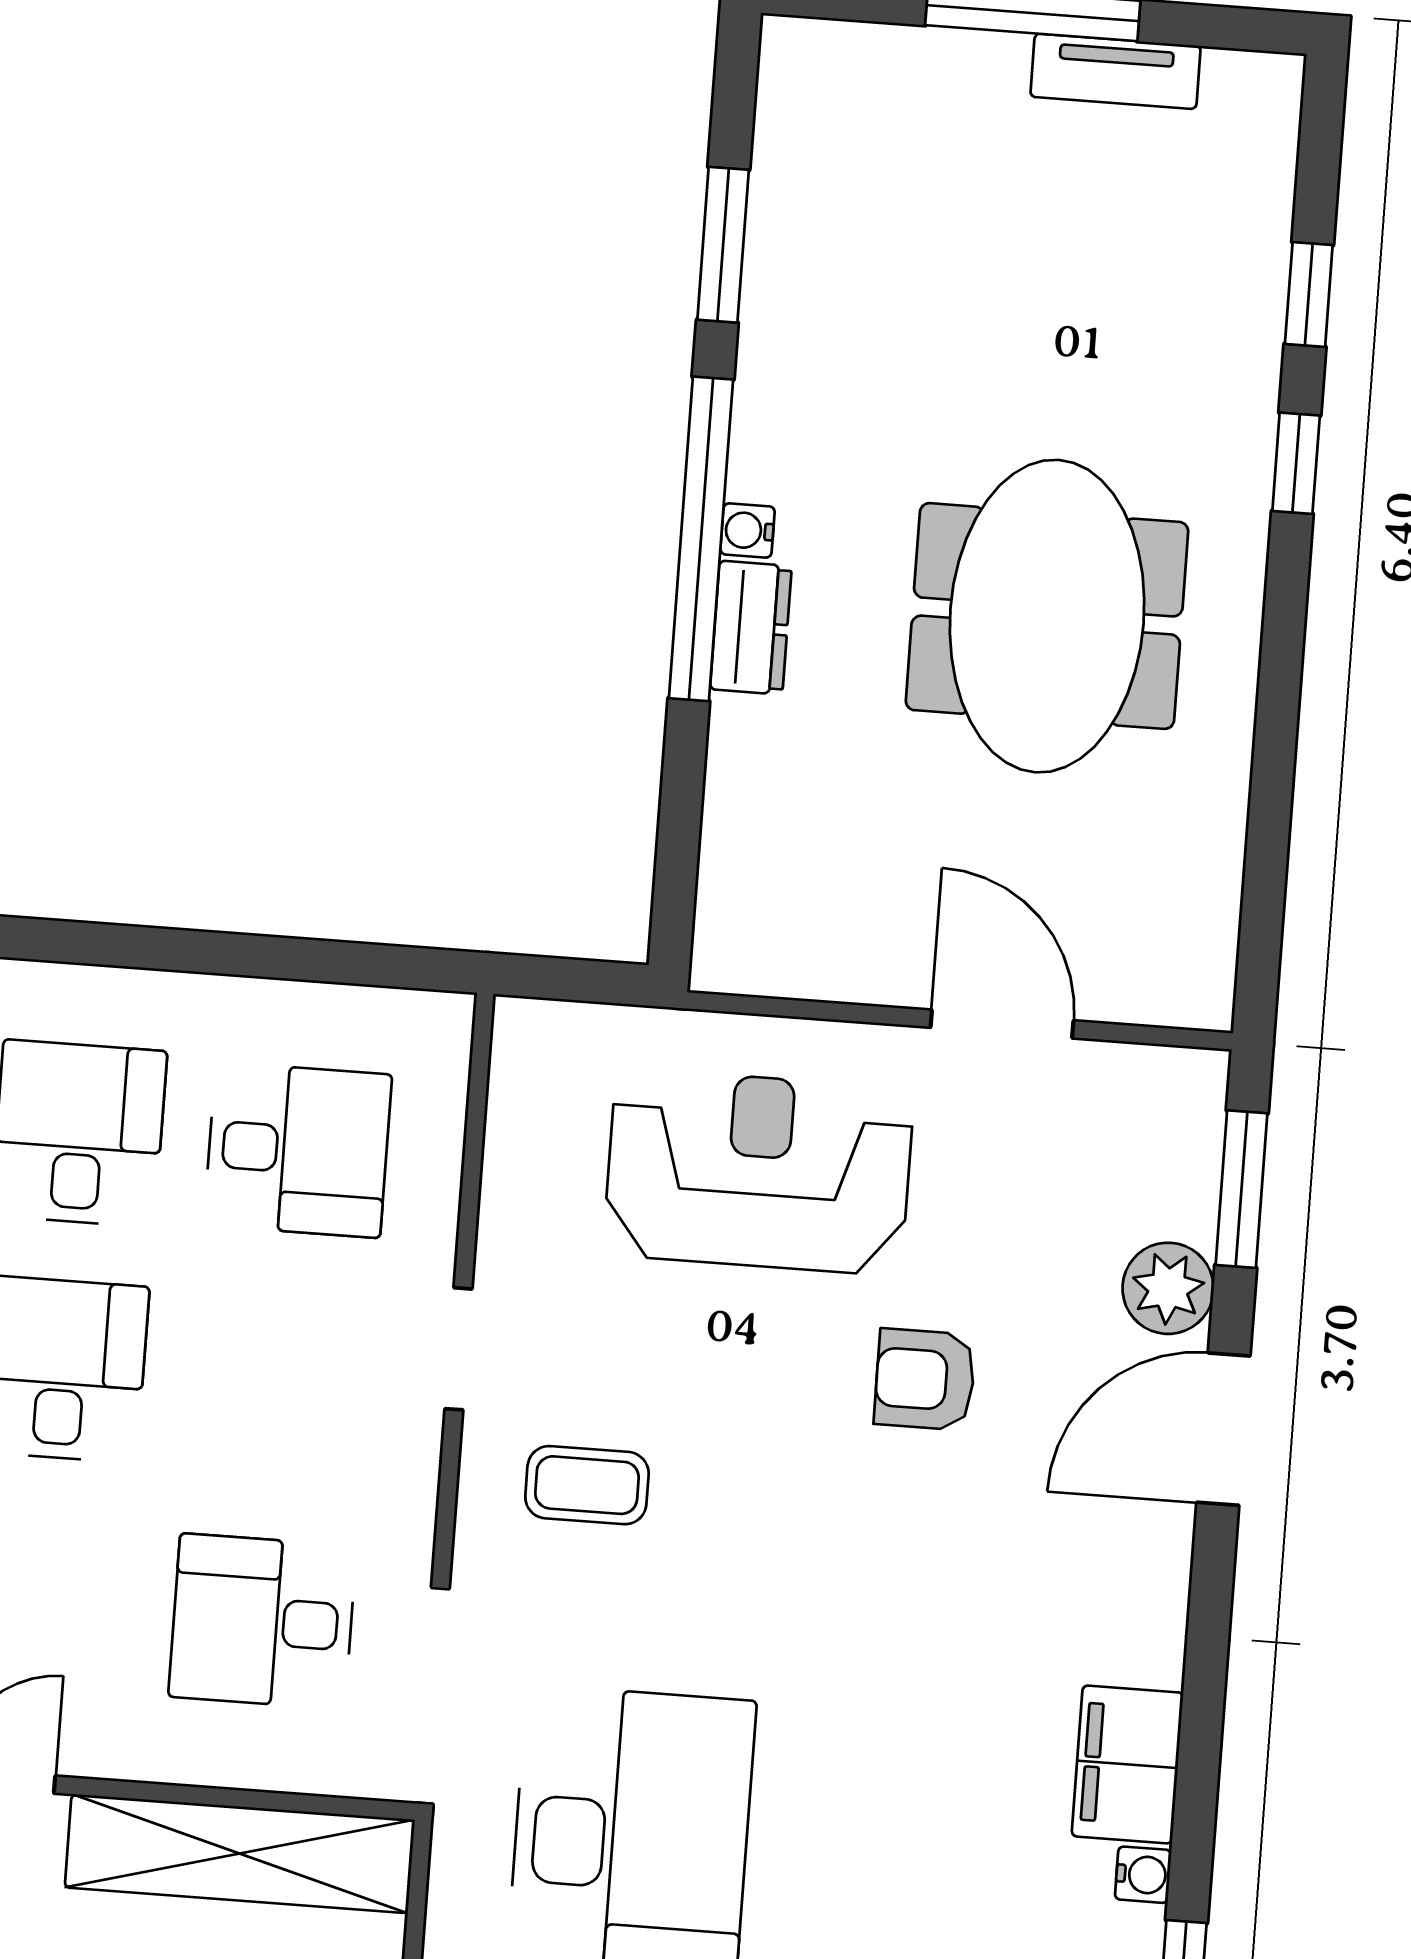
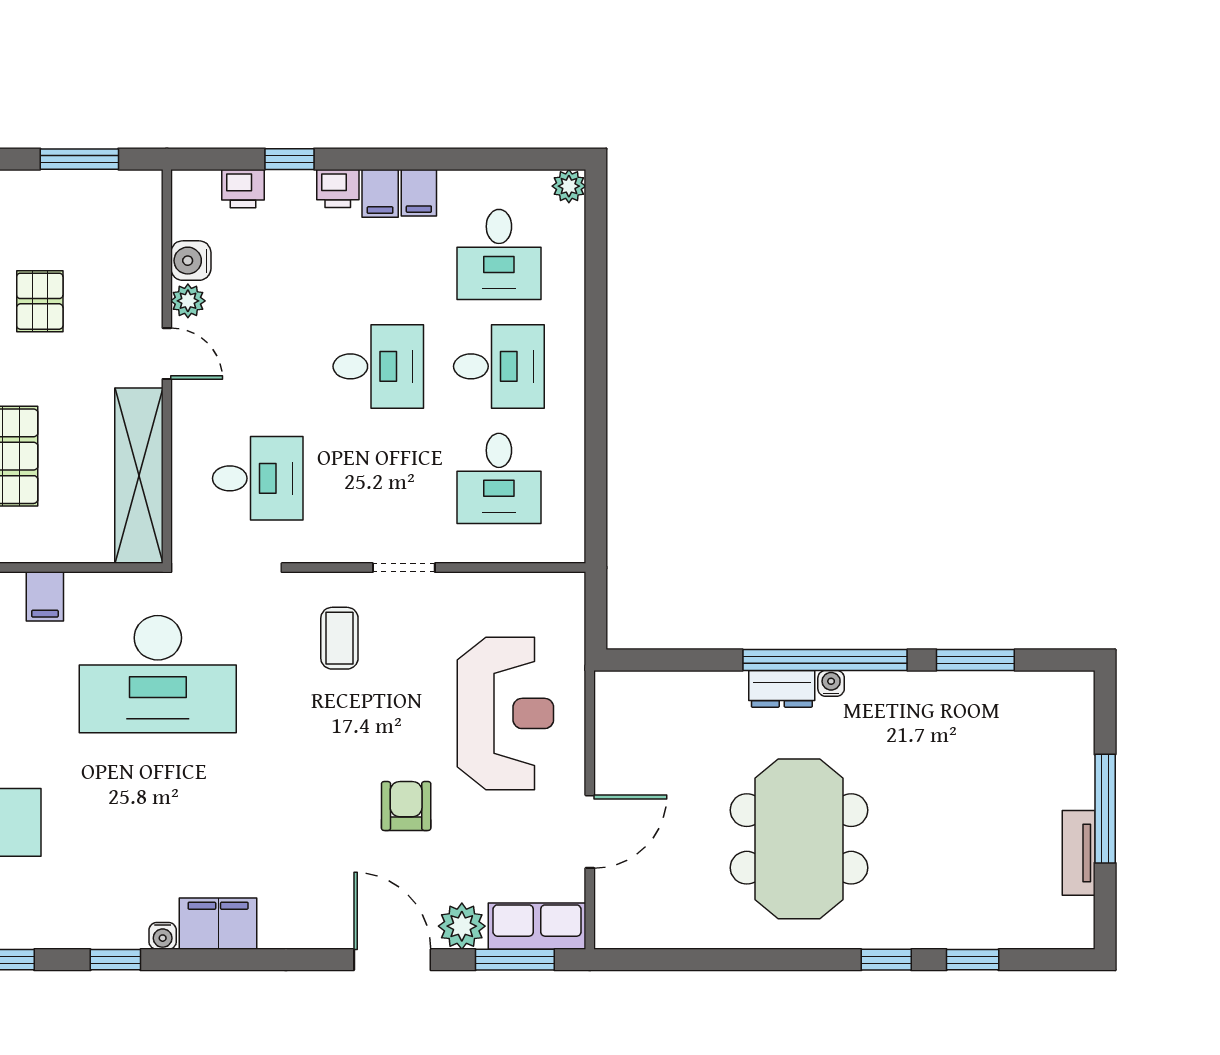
meeting table: (1047, 616) -> (799, 839), turned 90
row of seats: (1179, 1141) -> (537, 926), added
desk: (262, 1621) -> (258, 478), turned 90

